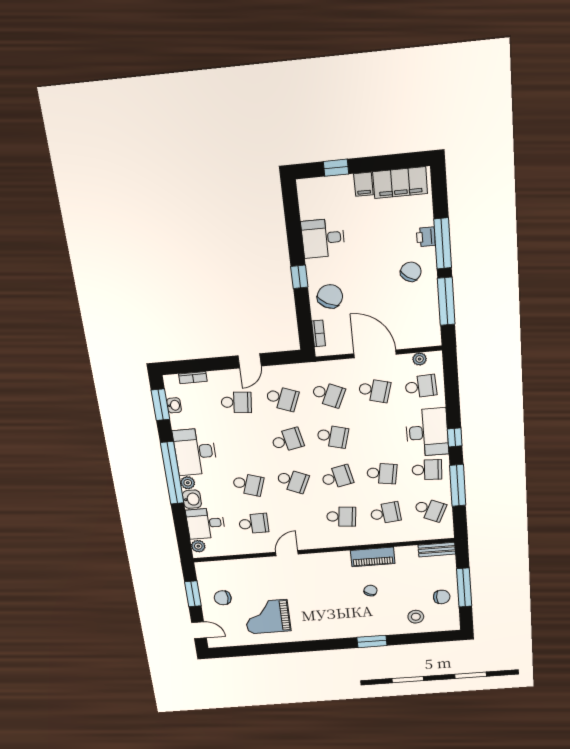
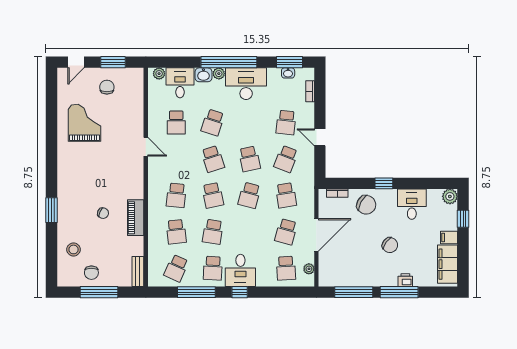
plant: (307, 189) -> (450, 196), added
chair: (411, 272) -> (390, 245), moved
school desk: (328, 394) -> (286, 195), turned -33
desk: (427, 432) -> (240, 270), width x0.73
school desk: (292, 481) -> (213, 159), turned -42

